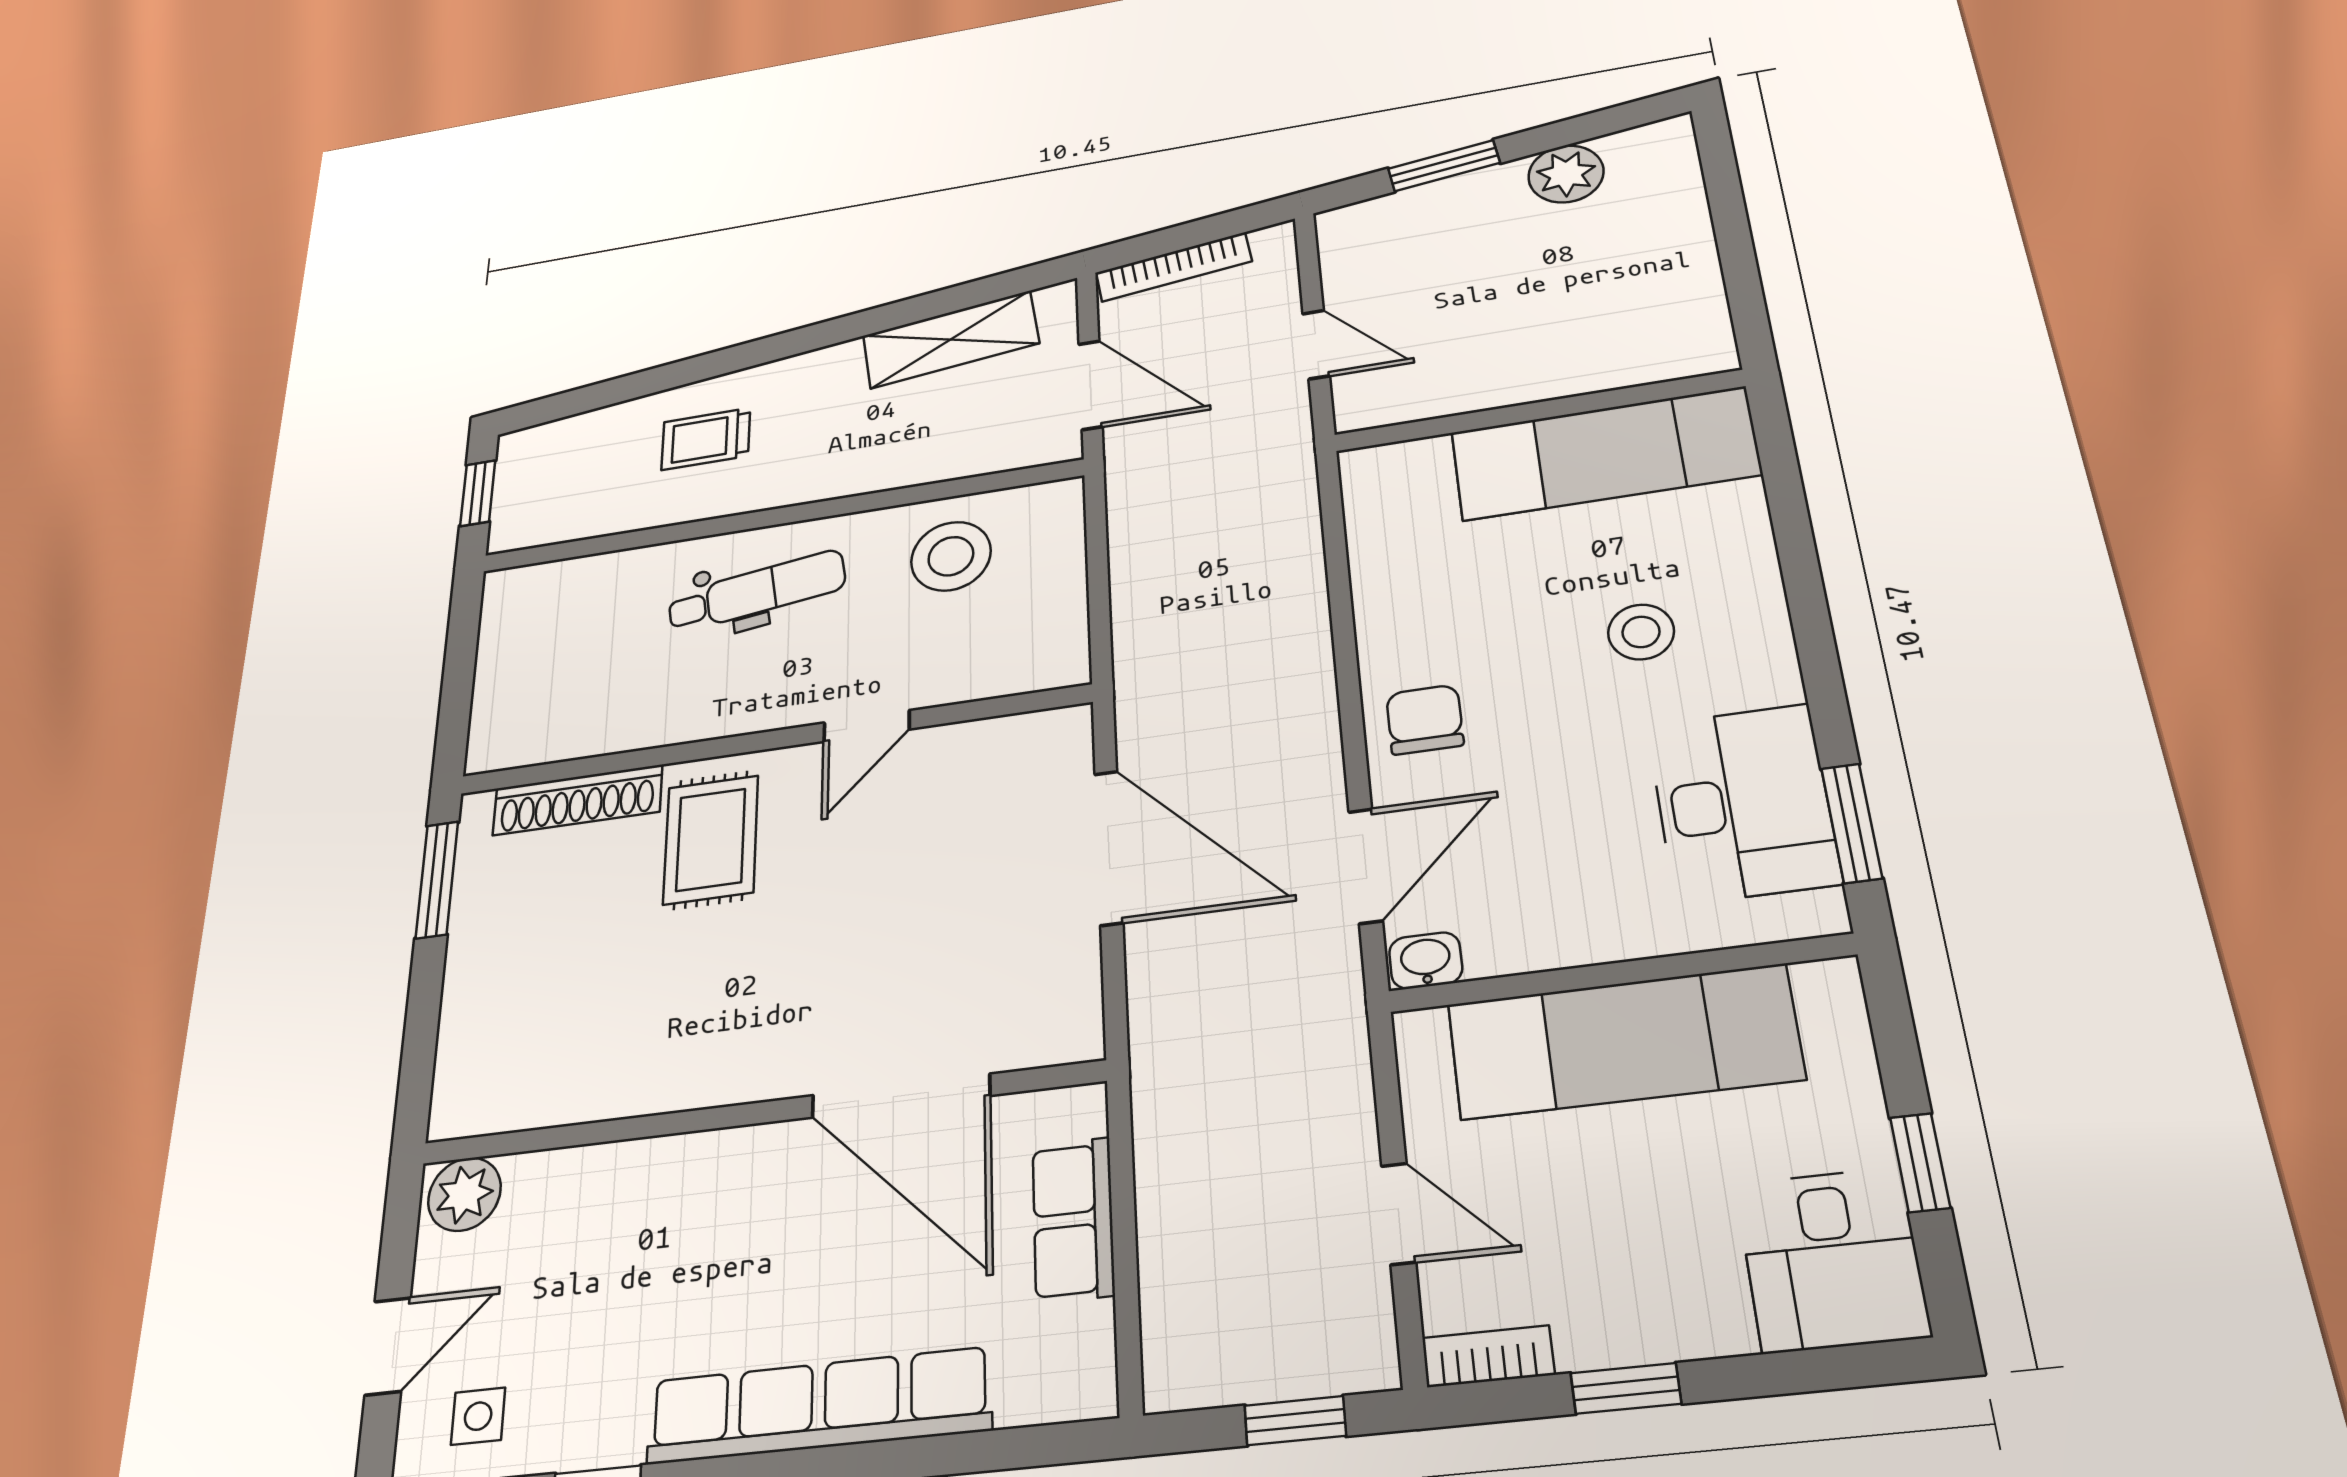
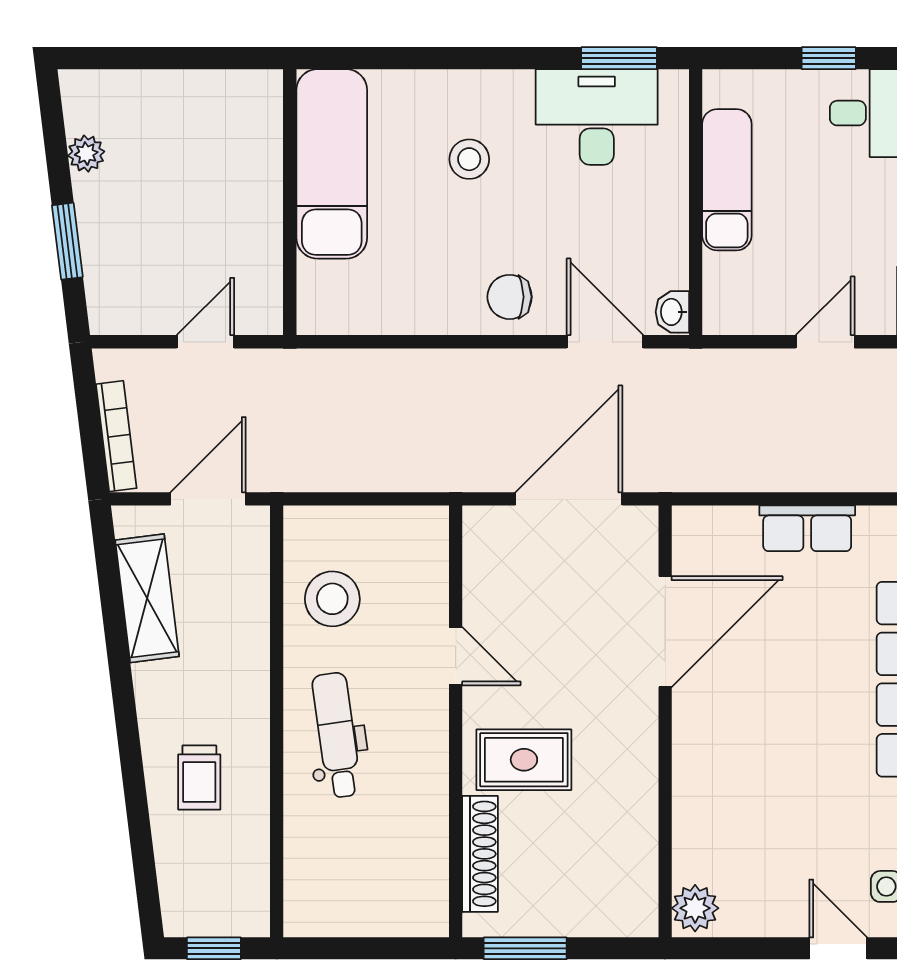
plant: (1566, 174) -> (86, 154), width x0.73, depth x0.73
exam couch: (1624, 1042) -> (727, 180), width x0.73, depth x0.69
door: (901, 1096) -> (665, 632), moved
wall: (758, 1113) -> (665, 721), moved
plant: (464, 1194) -> (695, 908), moved

